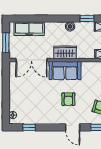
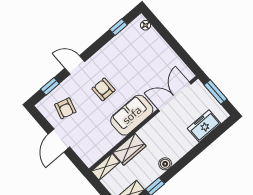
freezer: (29, 29) -> (204, 126), width x0.71
wardrobe: (65, 52) -> (129, 149), moved

